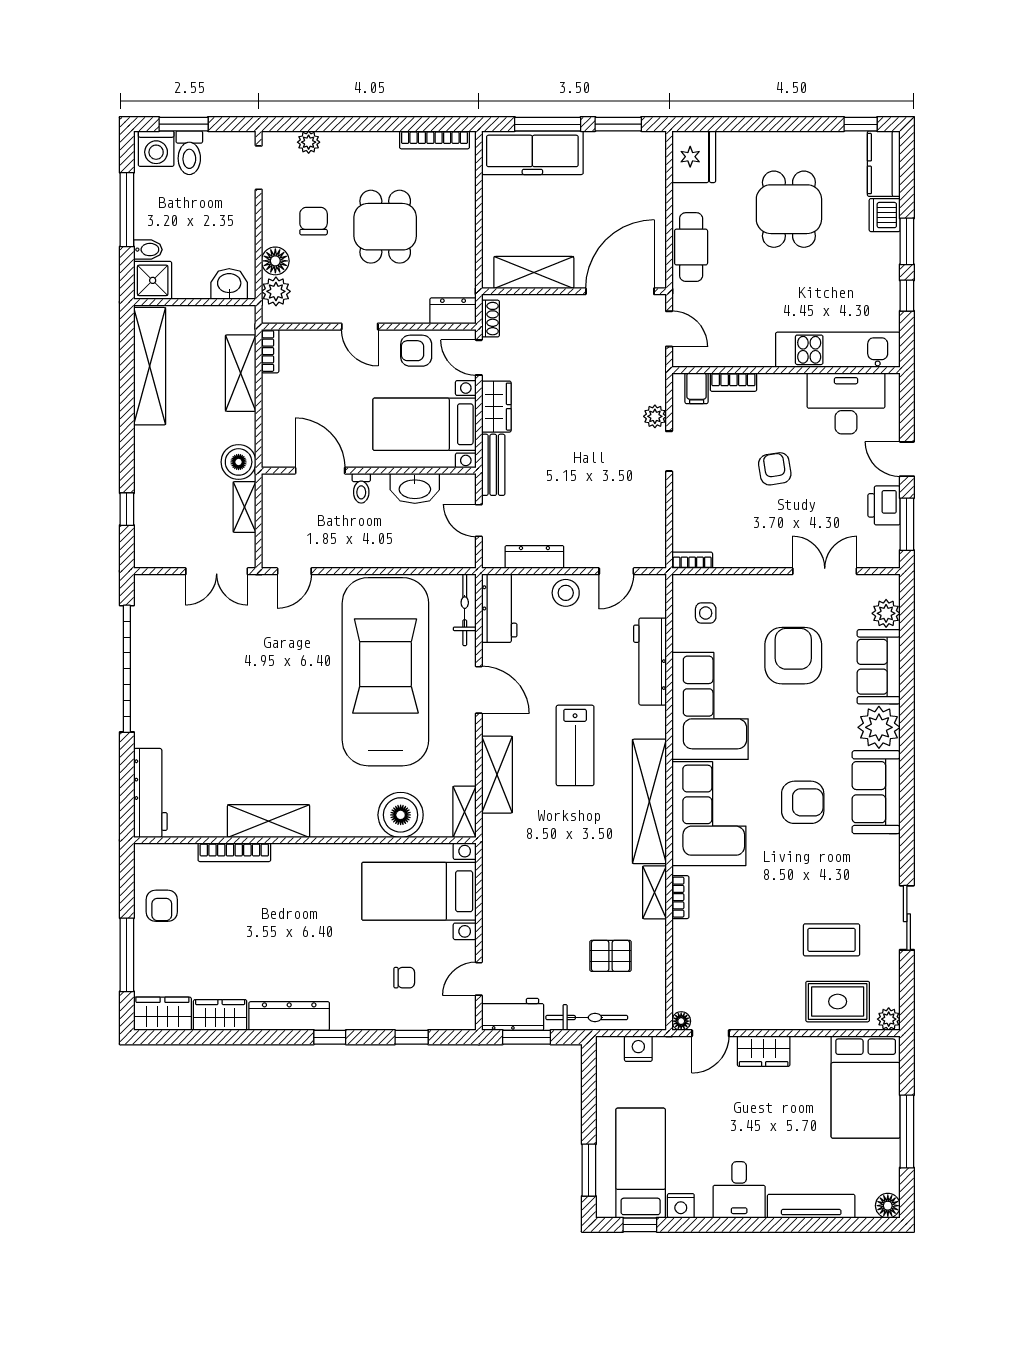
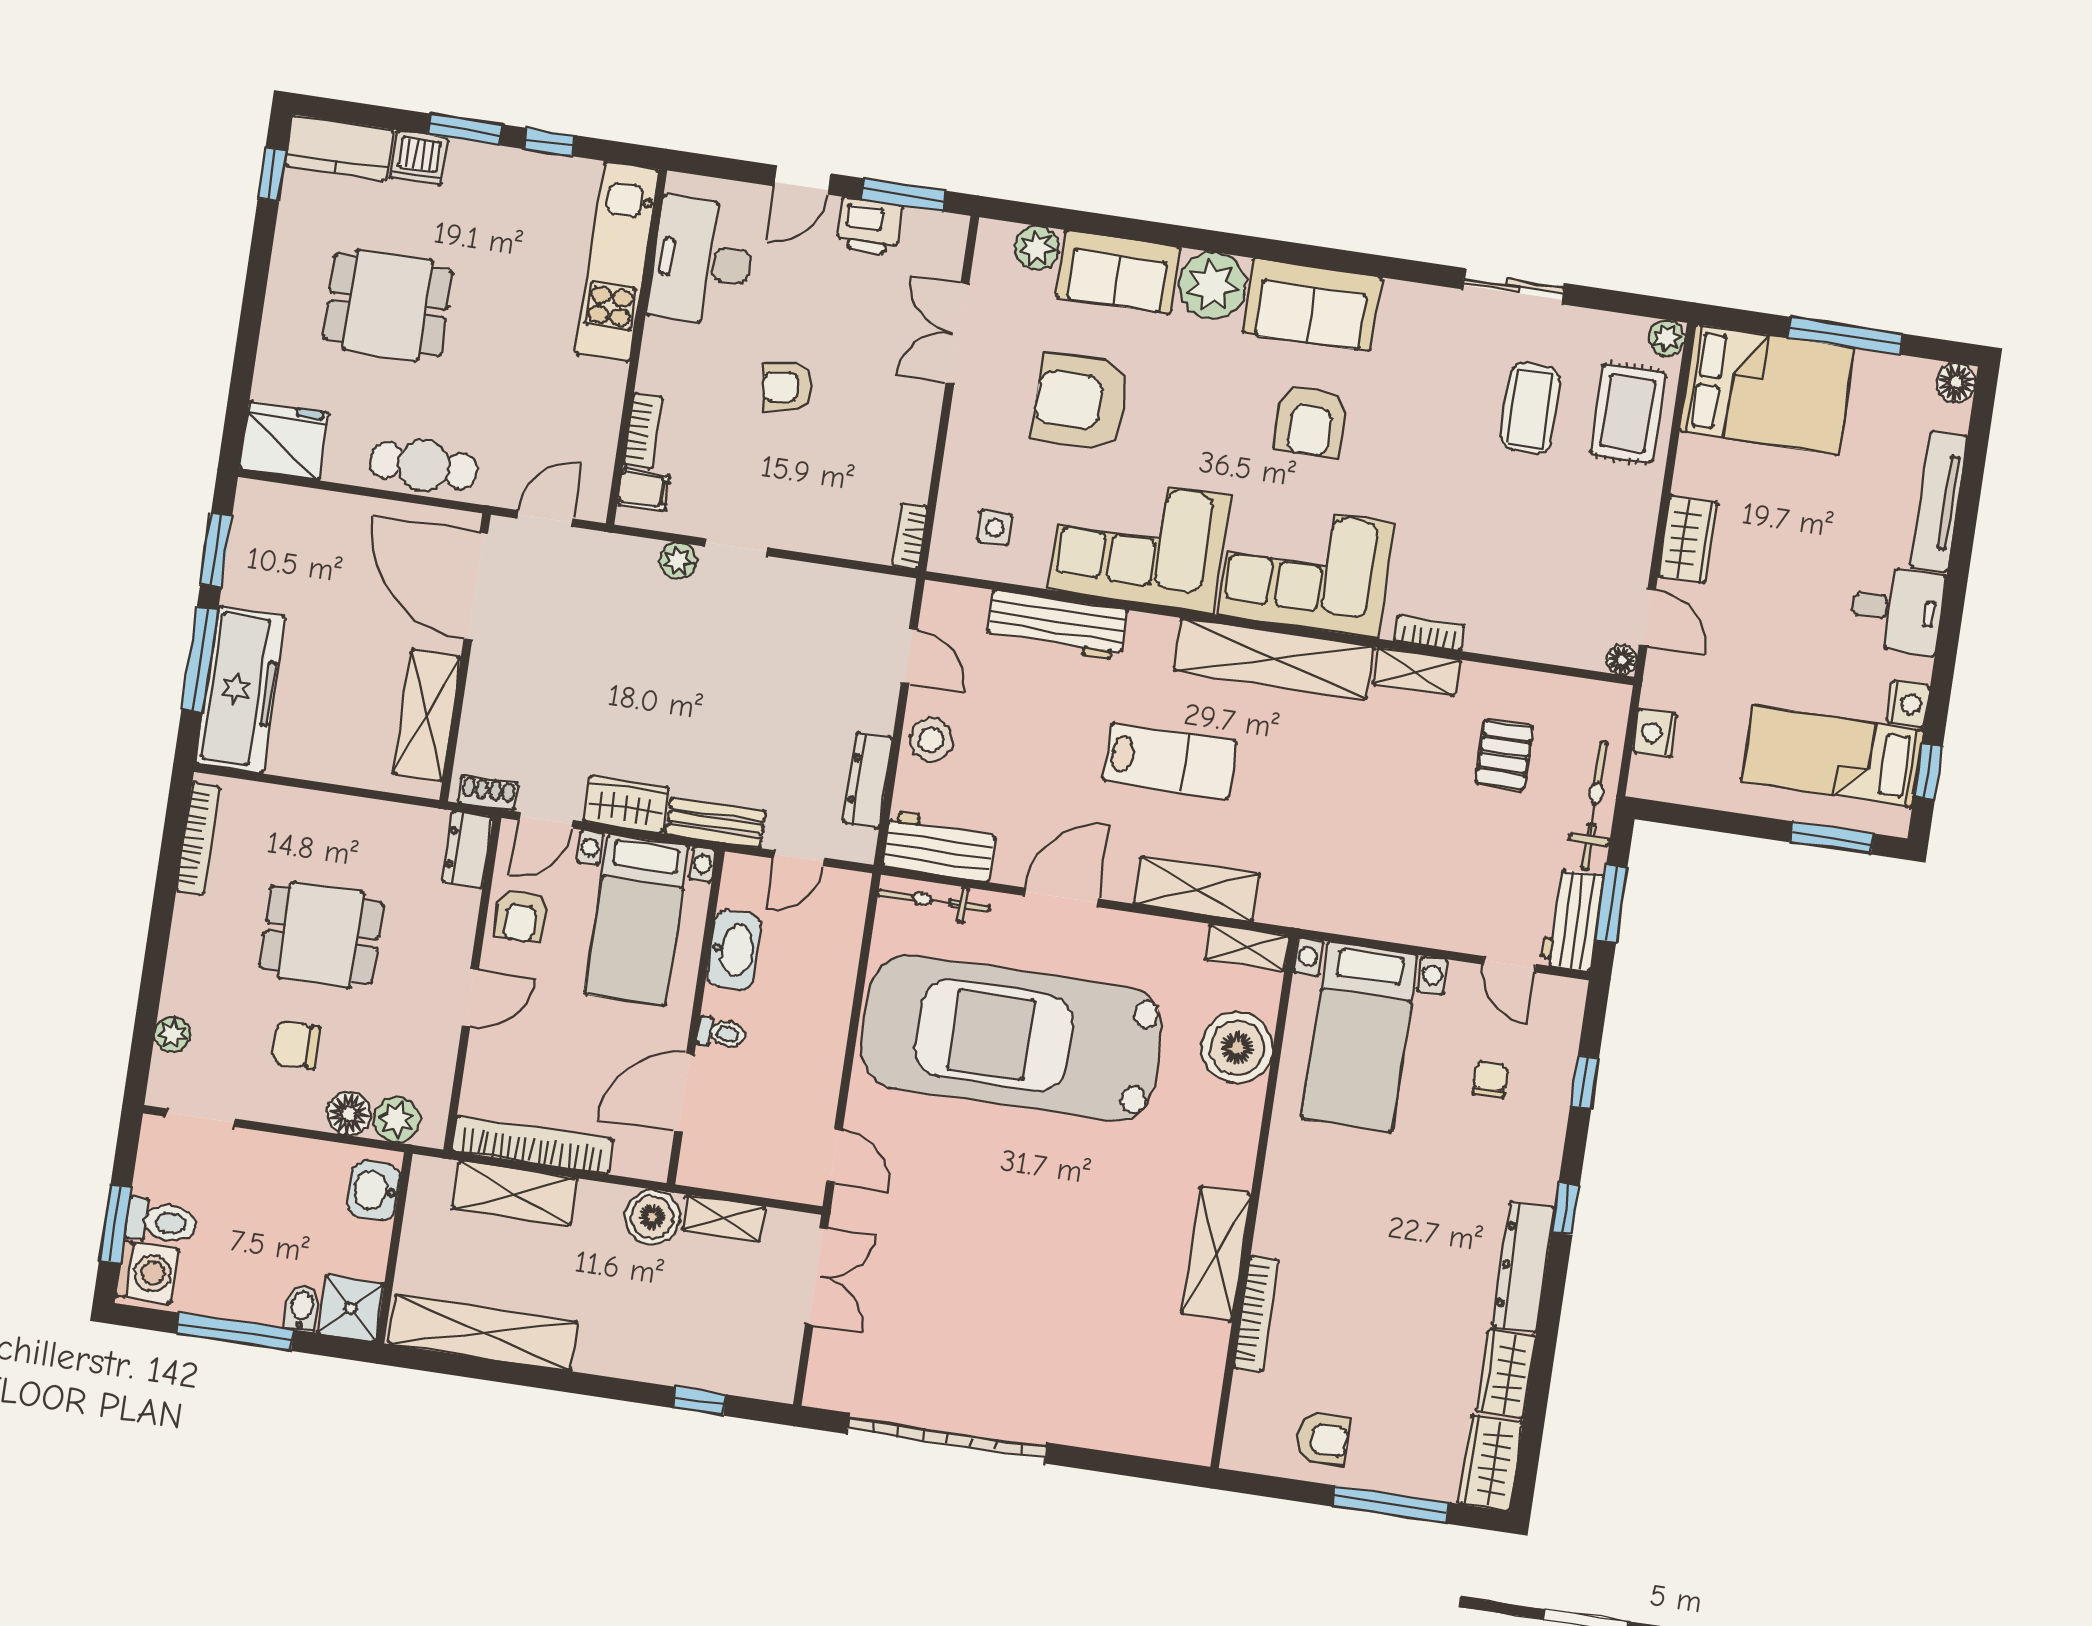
bookcase: (270, 351) -> (532, 1145), width x2.31, depth x1.31
workbench: (150, 793) -> (1145, 1431), removed
armchair: (803, 802) -> (1311, 421), turned 180

